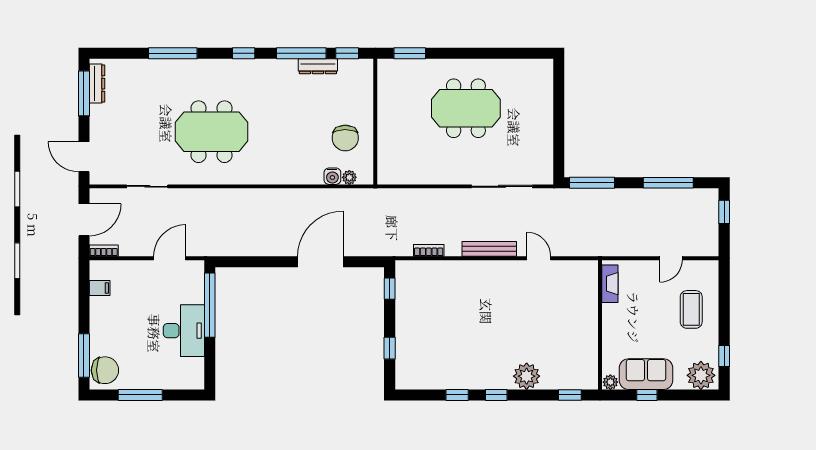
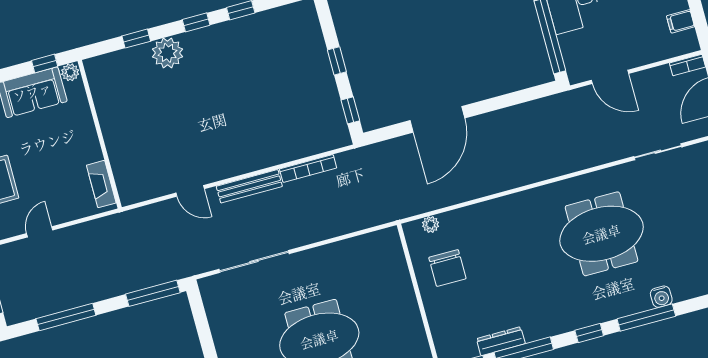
window: (173, 53) -> (646, 318), moved
chair: (345, 138) -> (447, 268), turned 180
water cooler: (332, 176) -> (661, 297), moved, turned 180
bookcase: (429, 250) -> (308, 168), width x1.56
door: (170, 258) -> (610, 77), hinge flipped
window: (390, 348) -> (337, 61), moved
window: (570, 395) -> (136, 39), moved
window: (647, 395) -> (45, 63), moved

